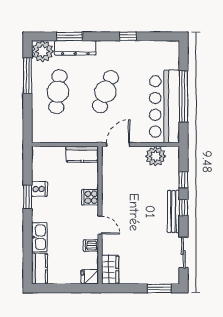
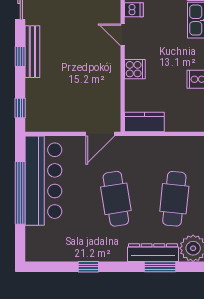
cafe table: (105, 92) -> (116, 199), turned -30
plant: (156, 156) -> (54, 120), removed
window: (183, 180) -> (20, 108), moved

